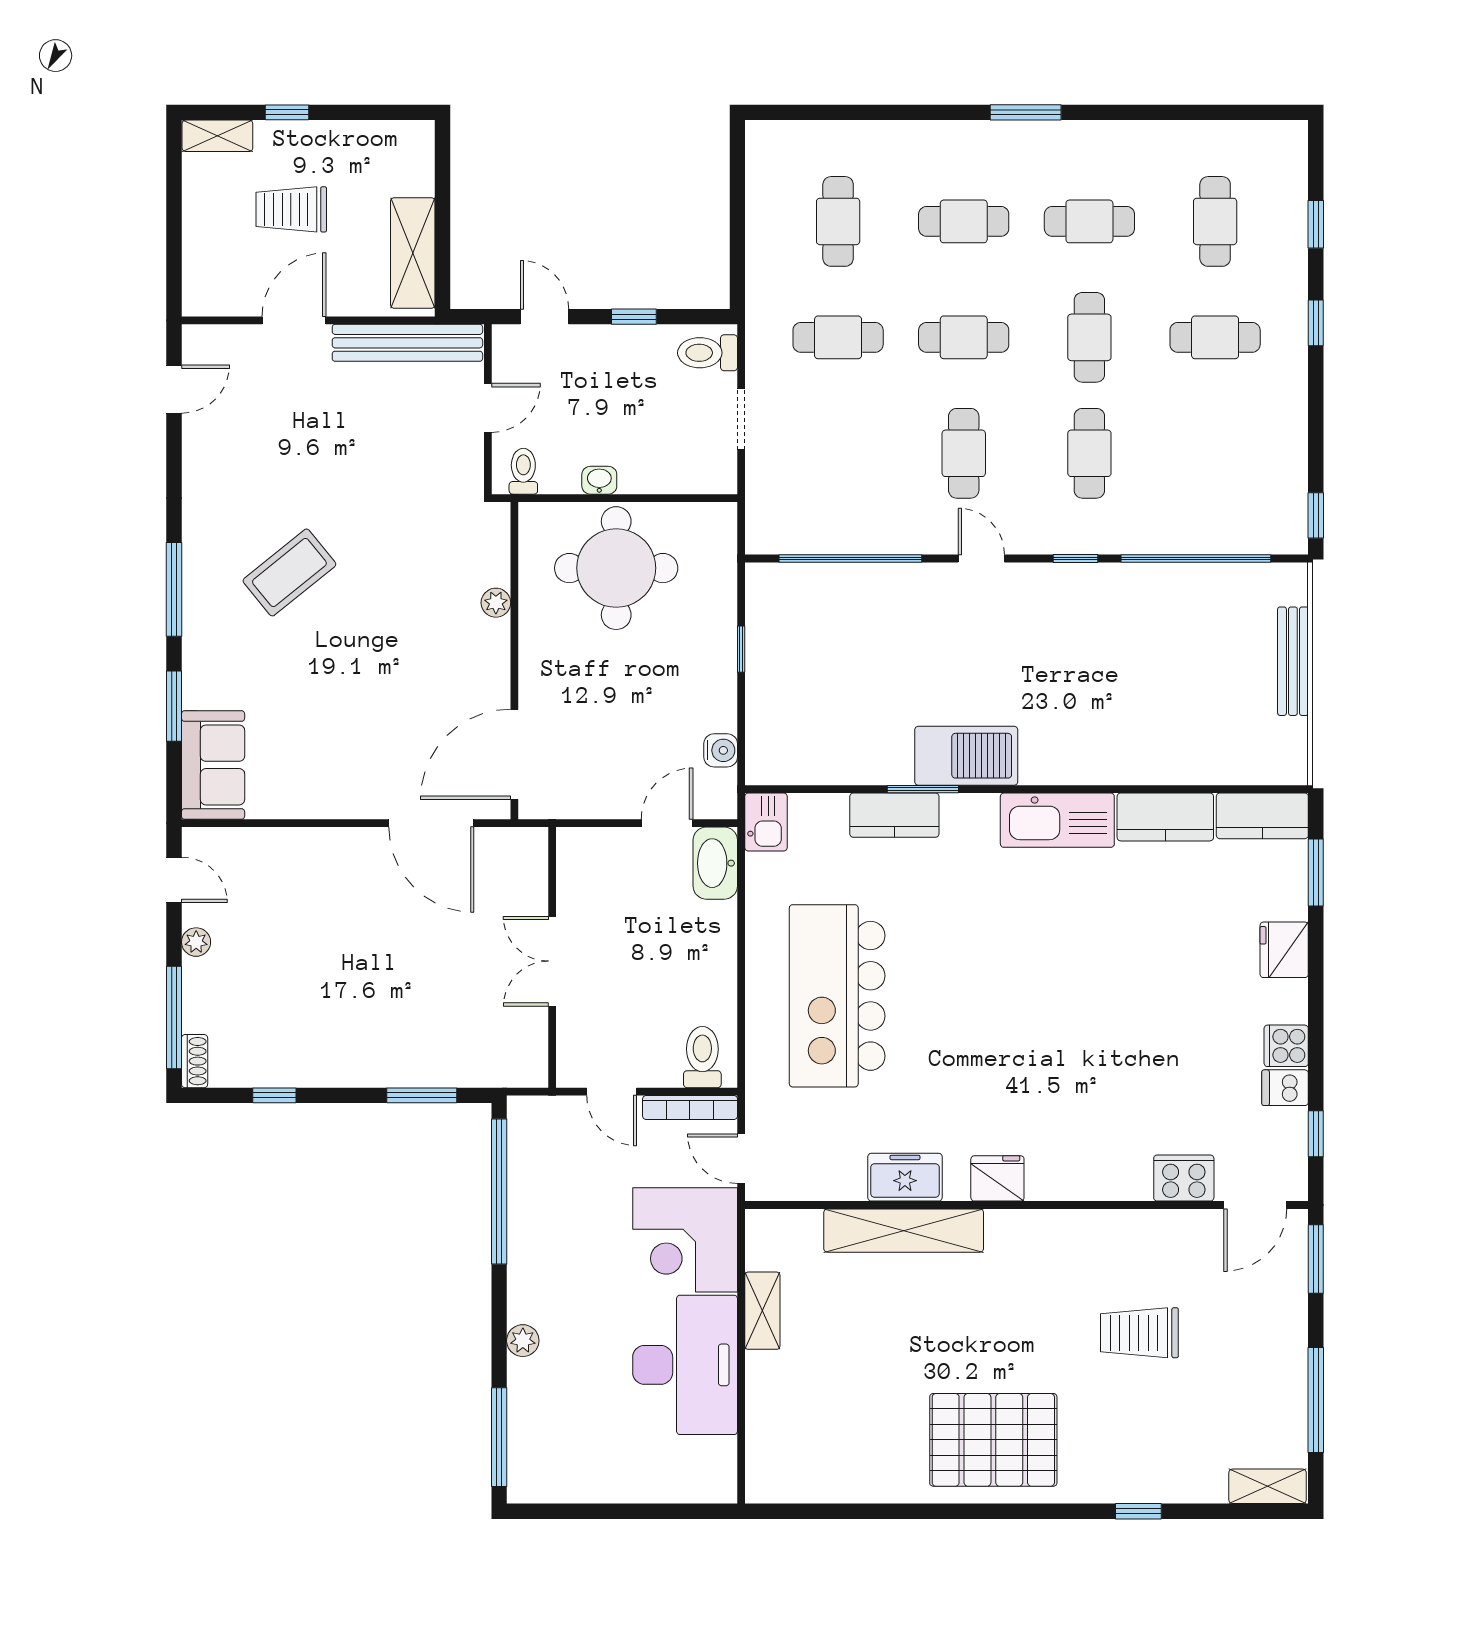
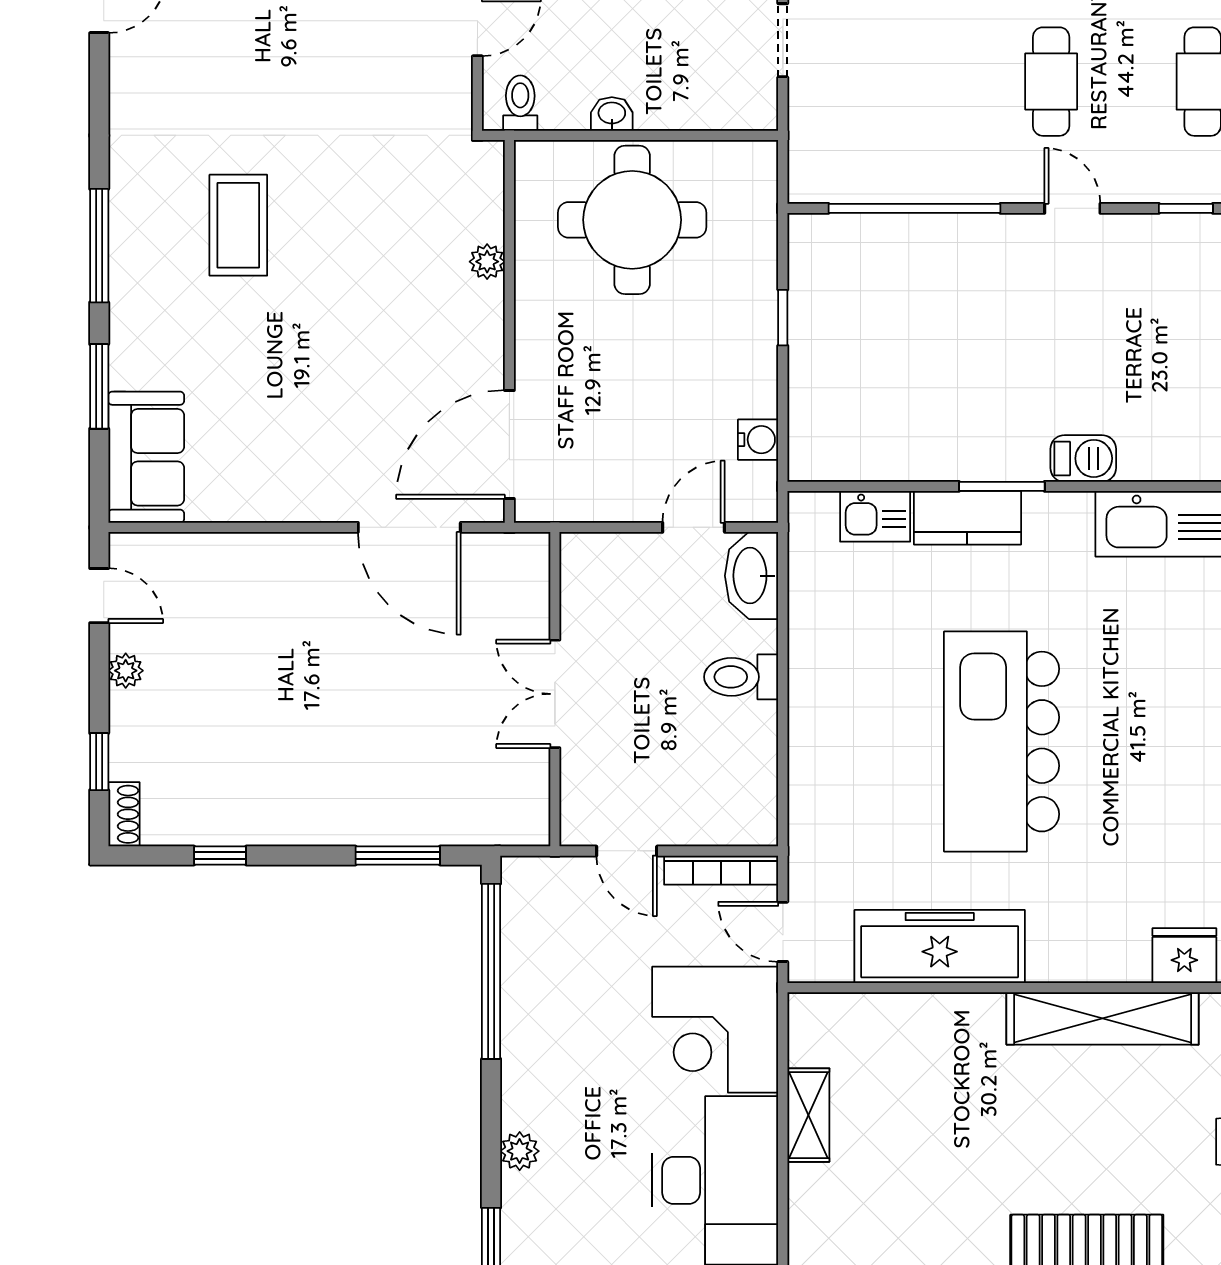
coffee table: (289, 572) -> (238, 225), turned -51
barbecue: (966, 756) -> (1083, 458), width x0.53, depth x0.65
kitchen sink: (766, 822) -> (875, 516), moved, turned 90
kitchen island: (837, 996) -> (1002, 742), moved
window: (174, 1017) -> (99, 762), width x0.46
toilet: (702, 1057) -> (741, 677), moved, turned -90
freezer: (905, 1177) -> (940, 947), width x1.91, depth x1.26
fridge: (997, 1178) -> (1184, 956), moved
shelving: (904, 1231) -> (1103, 1018), moved

